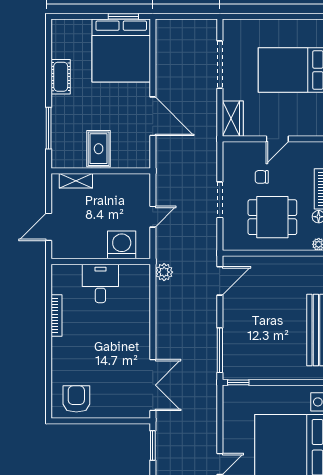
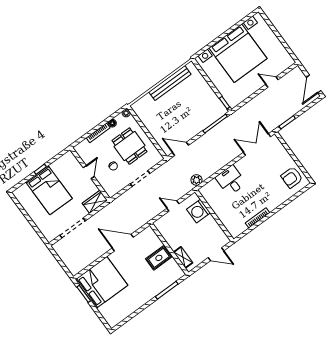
cot: (61, 77) -> (137, 303), removed
door: (153, 116) -> (123, 243), hinge flipped
door: (277, 139) -> (89, 172), hinge flipped
desk: (100, 283) -> (231, 180), moved, turned 90

